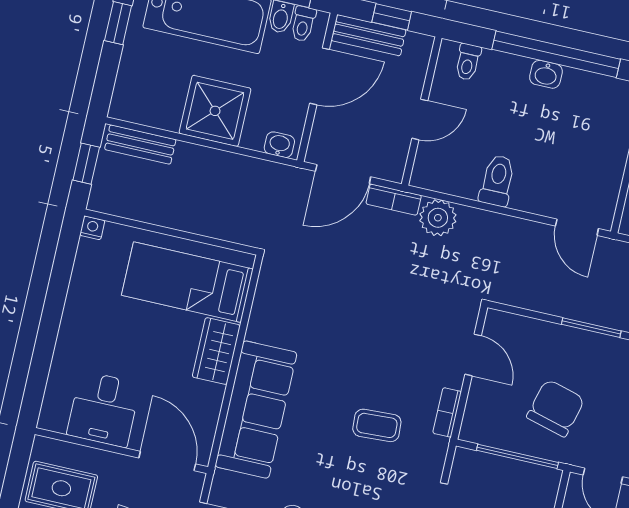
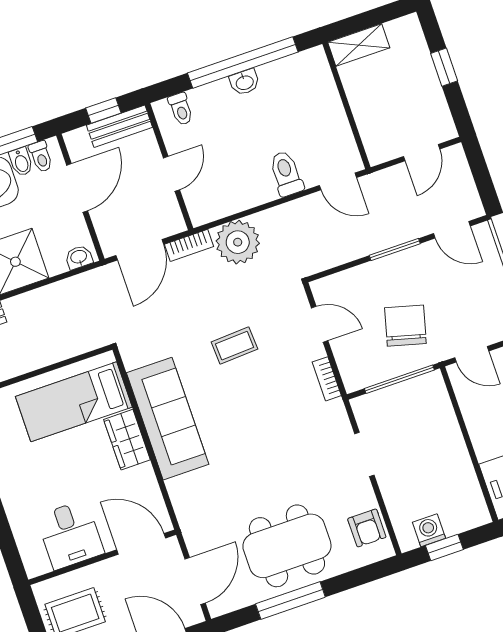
bench: (369, 35) -> (119, 126), moved
toilet: (497, 181) -> (286, 174), moved
plant: (438, 218) -> (238, 242), width x1.36, depth x1.36
sofa: (256, 410) -> (168, 419), moved
coffee table: (377, 425) -> (234, 346), moved

